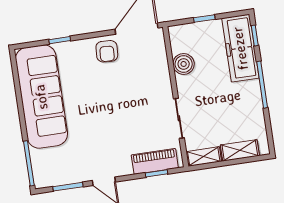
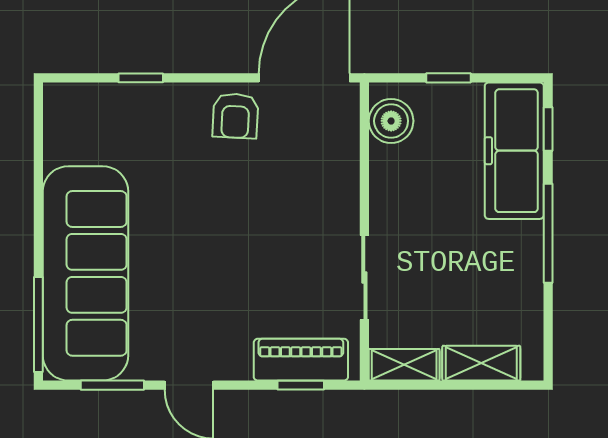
boiler: (184, 64) -> (391, 121), moved
sofa: (41, 97) -> (85, 273), moved

